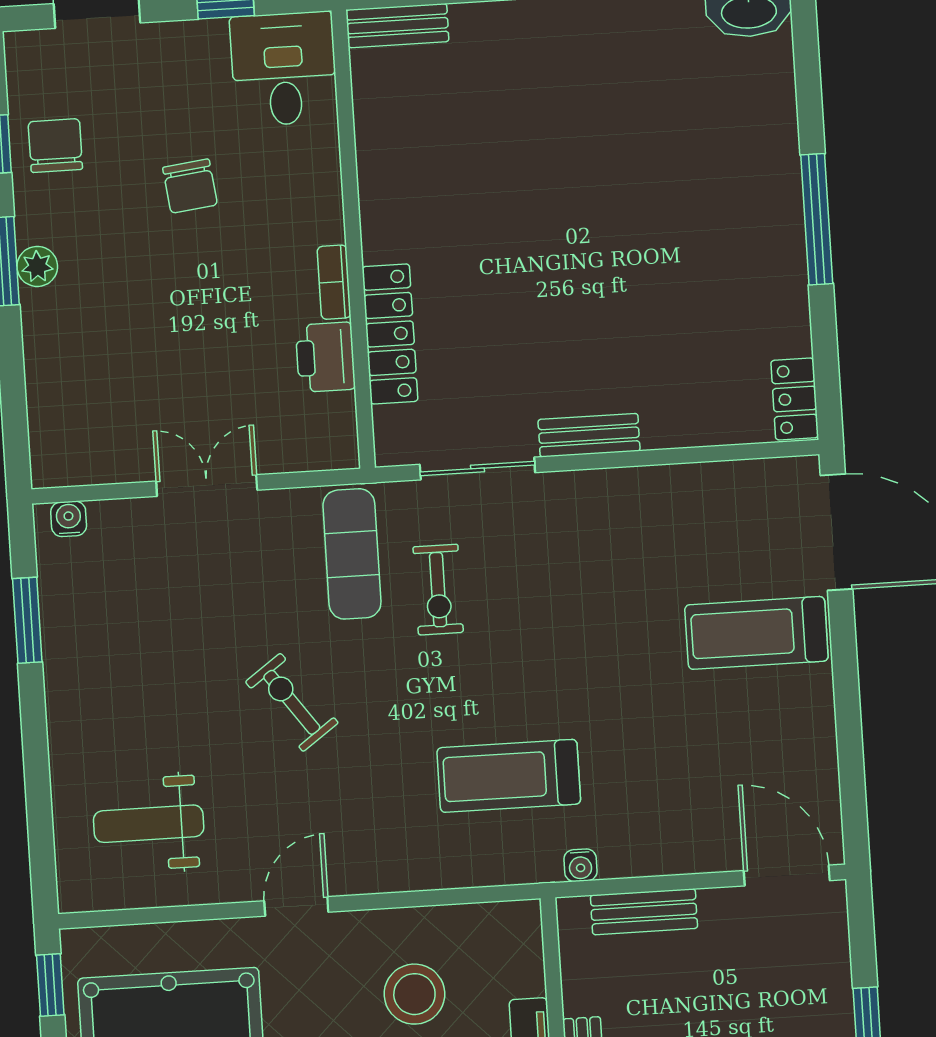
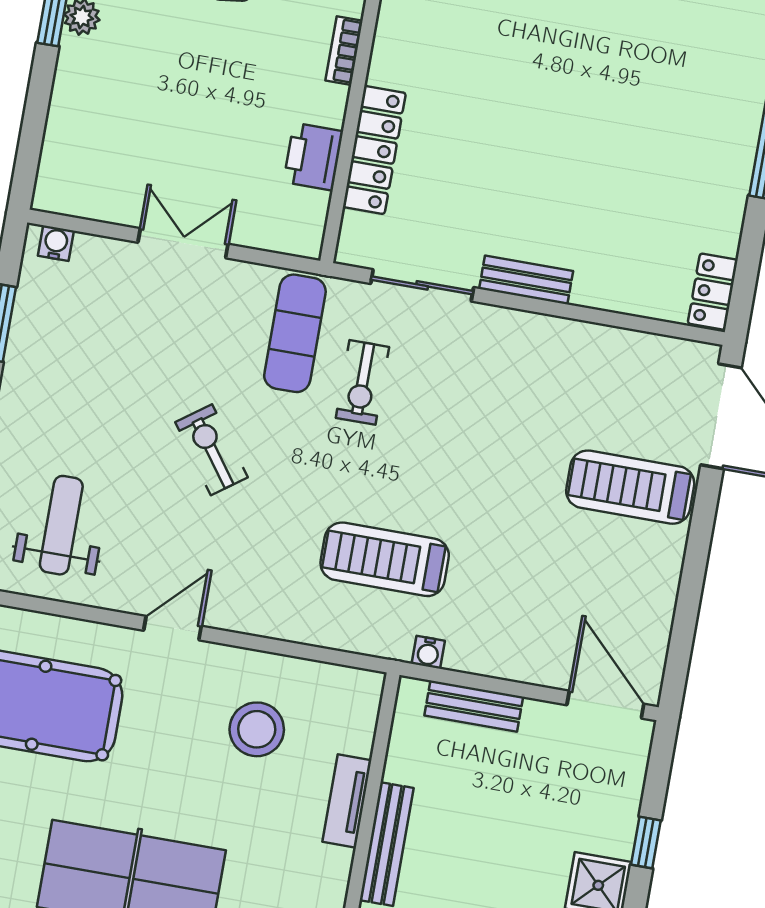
bookcase: (334, 282) -> (344, 51), moved
weight bench: (149, 824) -> (61, 525), turned 90

